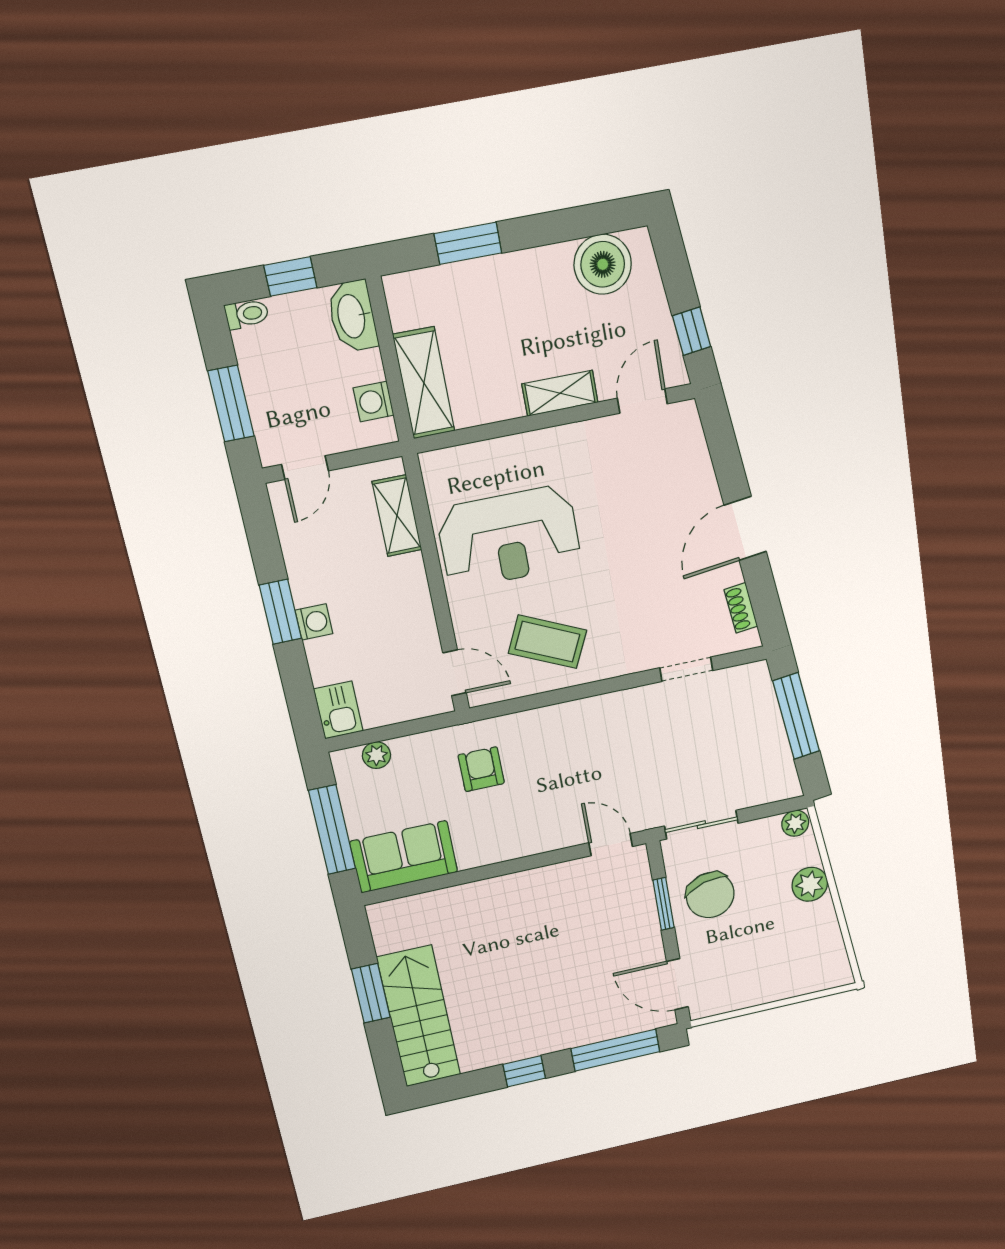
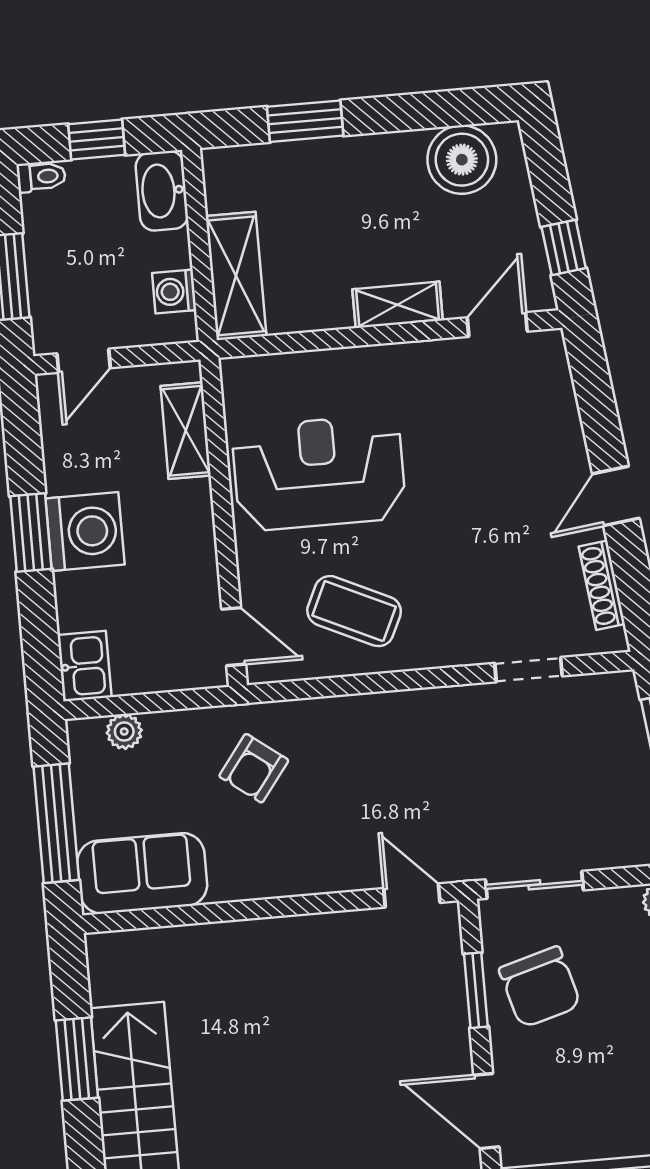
door: (745, 528) -> (616, 496), width x0.73
reception desk: (509, 537) -> (319, 473), turned 180
shoe rack: (741, 608) -> (602, 585), width x1.43
washing machine: (314, 622) -> (85, 531), width x1.89, depth x1.89
armchair: (481, 769) -> (254, 768), turned -143

